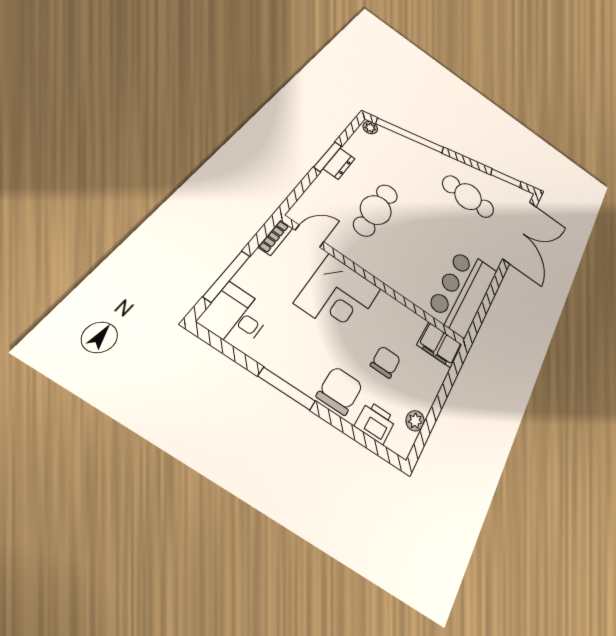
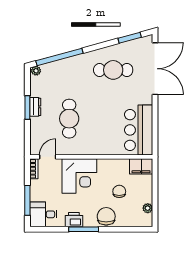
printer: (375, 422) -> (74, 220), moved

